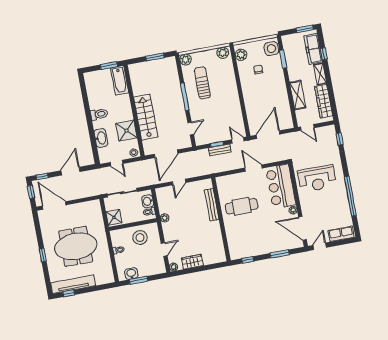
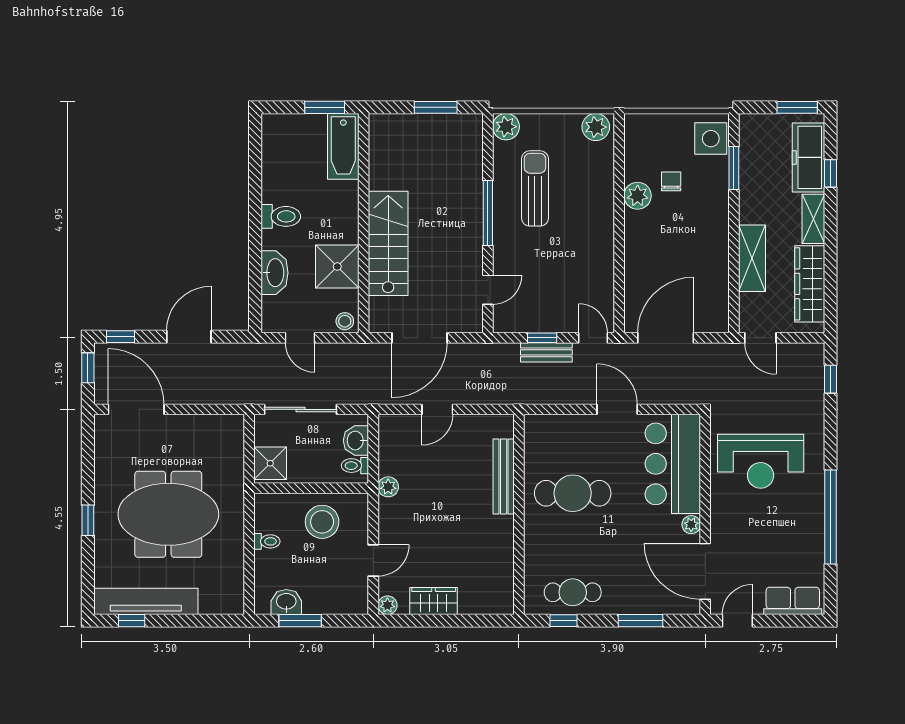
plant: (241, 55) -> (638, 196), moved
cafe table: (249, 247) -> (573, 592), added

